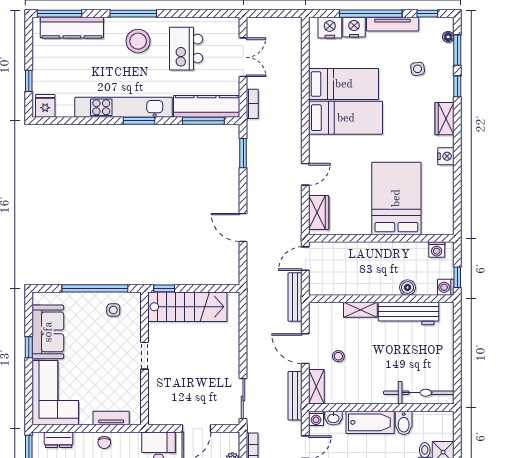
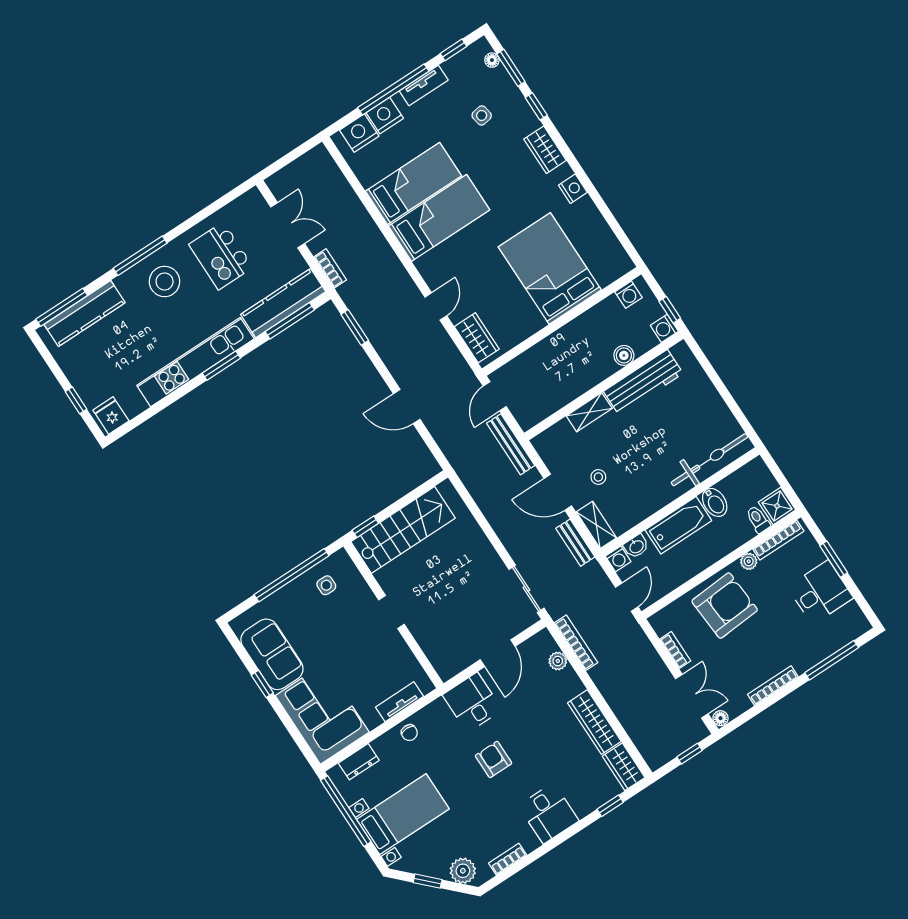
tv unit: (393, 24) -> (424, 85), width x0.71
bench: (295, 396) -> (575, 543), width x0.73

